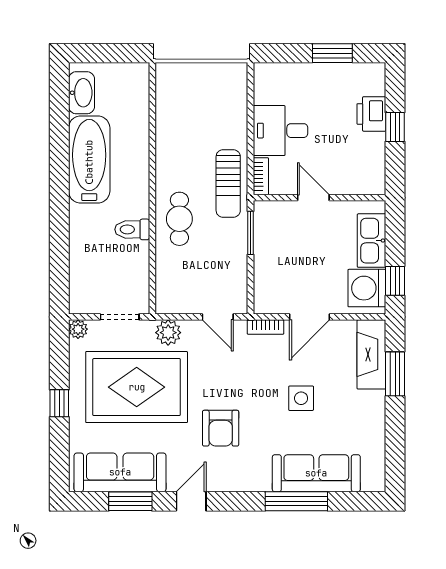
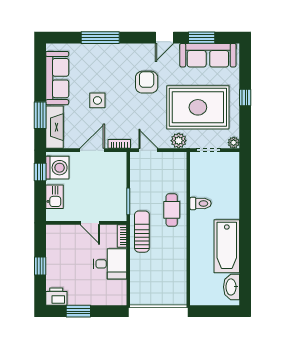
printer: (371, 114) -> (56, 297), moved, turned -90
kitchen sink: (372, 241) -> (54, 197), width x0.73
sofa: (316, 473) -> (57, 78), moved, turned -90

